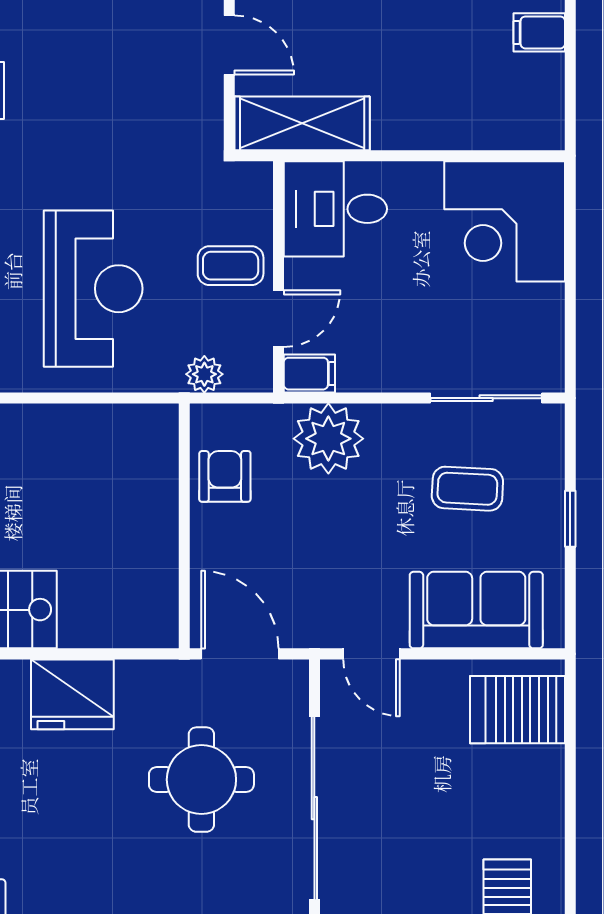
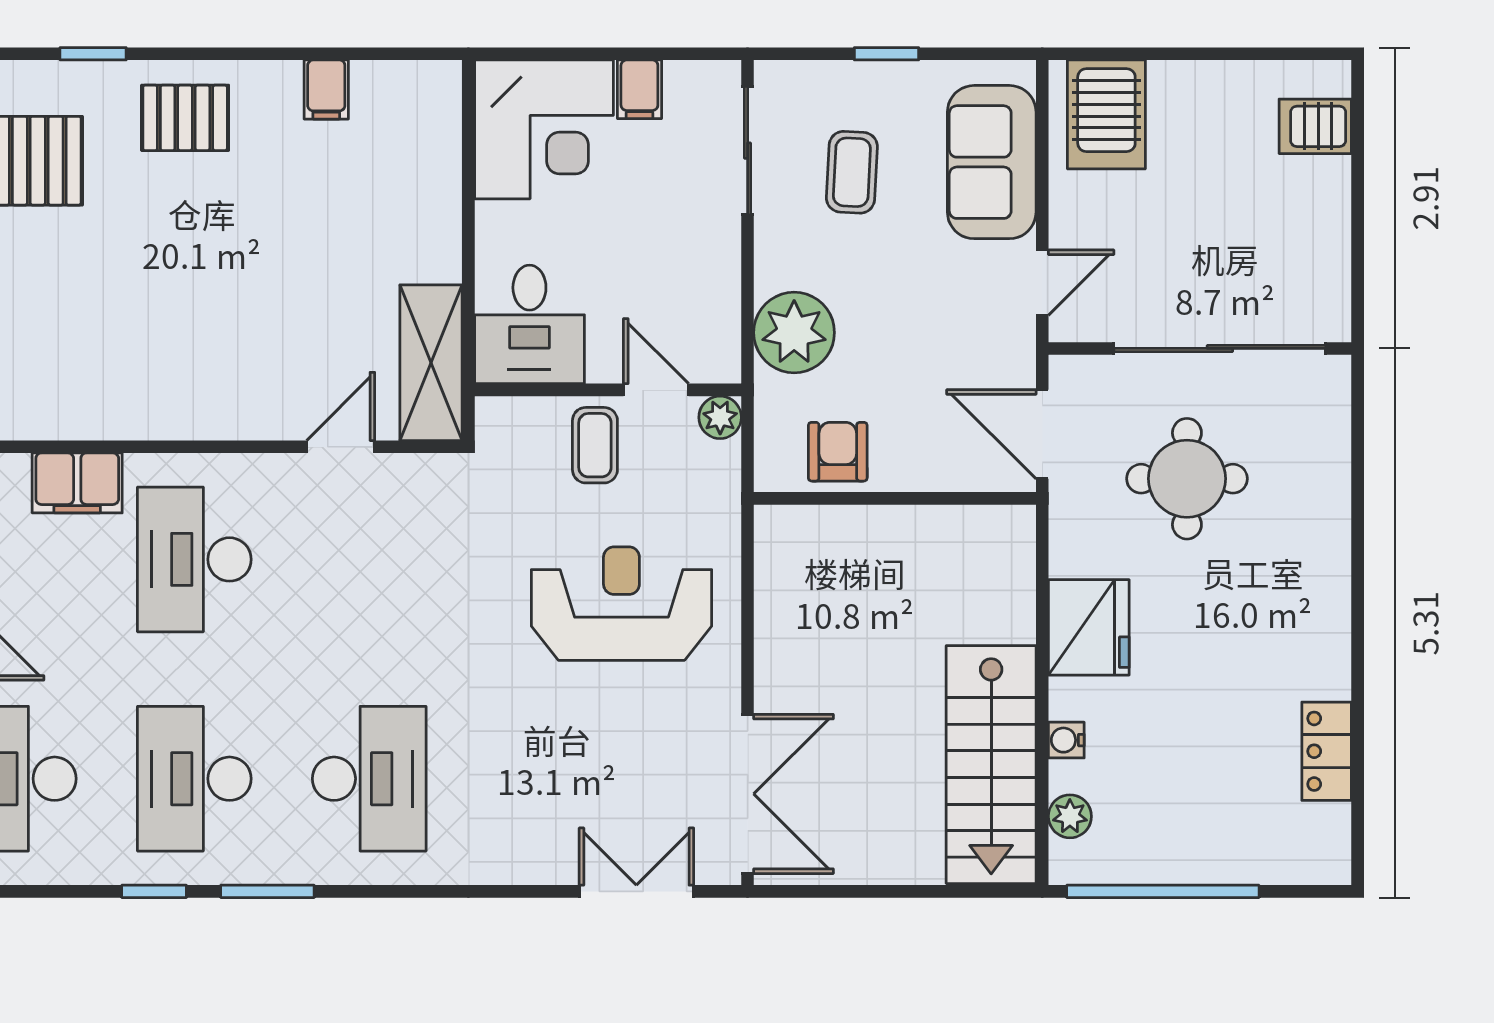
plant: (204, 374) -> (720, 417), moved
filing cabinet: (309, 374) -> (639, 89), moved, turned 180
armchair: (225, 476) -> (838, 452), turned 90
door: (240, 654) -> (1042, 434), hinge flipped

